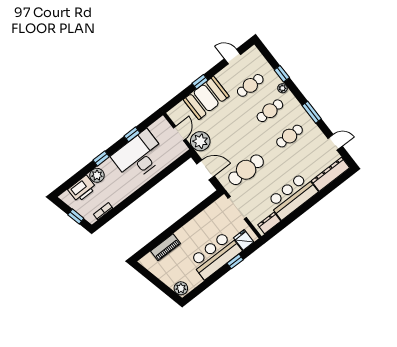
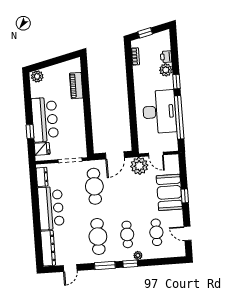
door: (232, 57) -> (187, 233), swing flipped
window: (282, 74) -> (130, 264), moved
window: (132, 134) -> (179, 117), width x3.17
cafe table: (290, 136) -> (98, 237), width x1.37, depth x1.35
printer: (82, 189) -> (166, 57), width x0.53, depth x0.68

